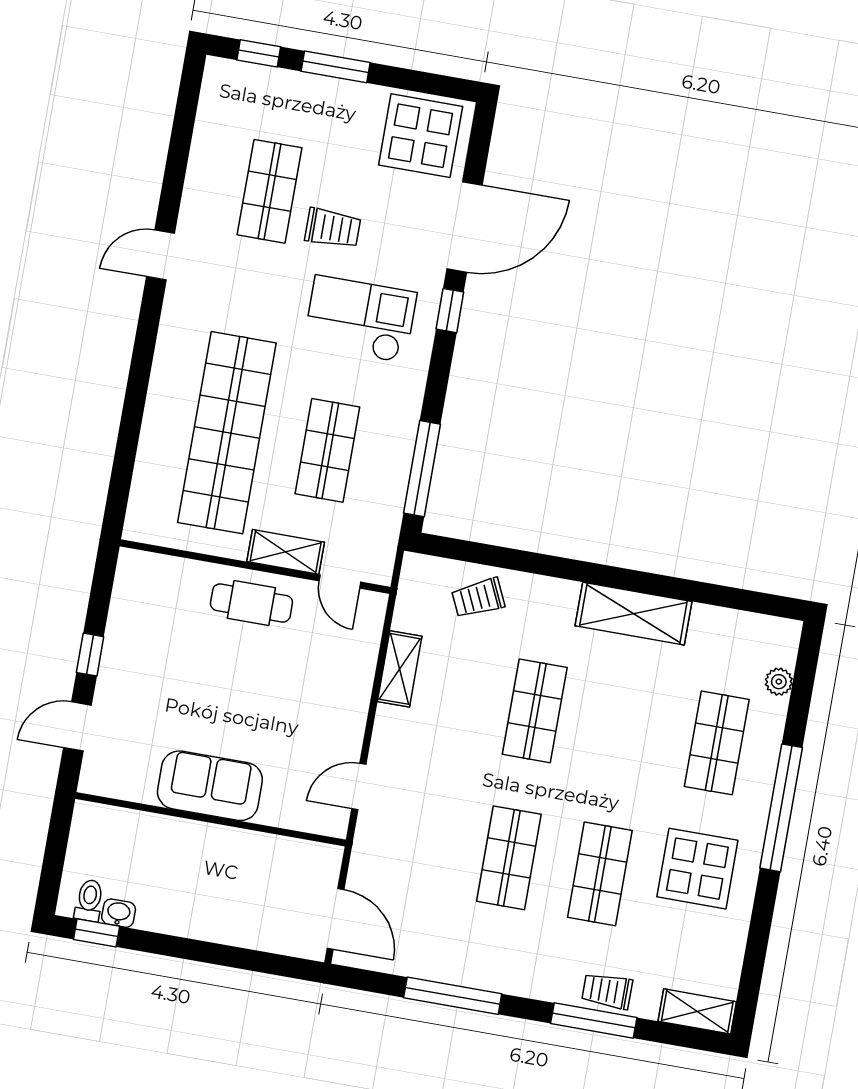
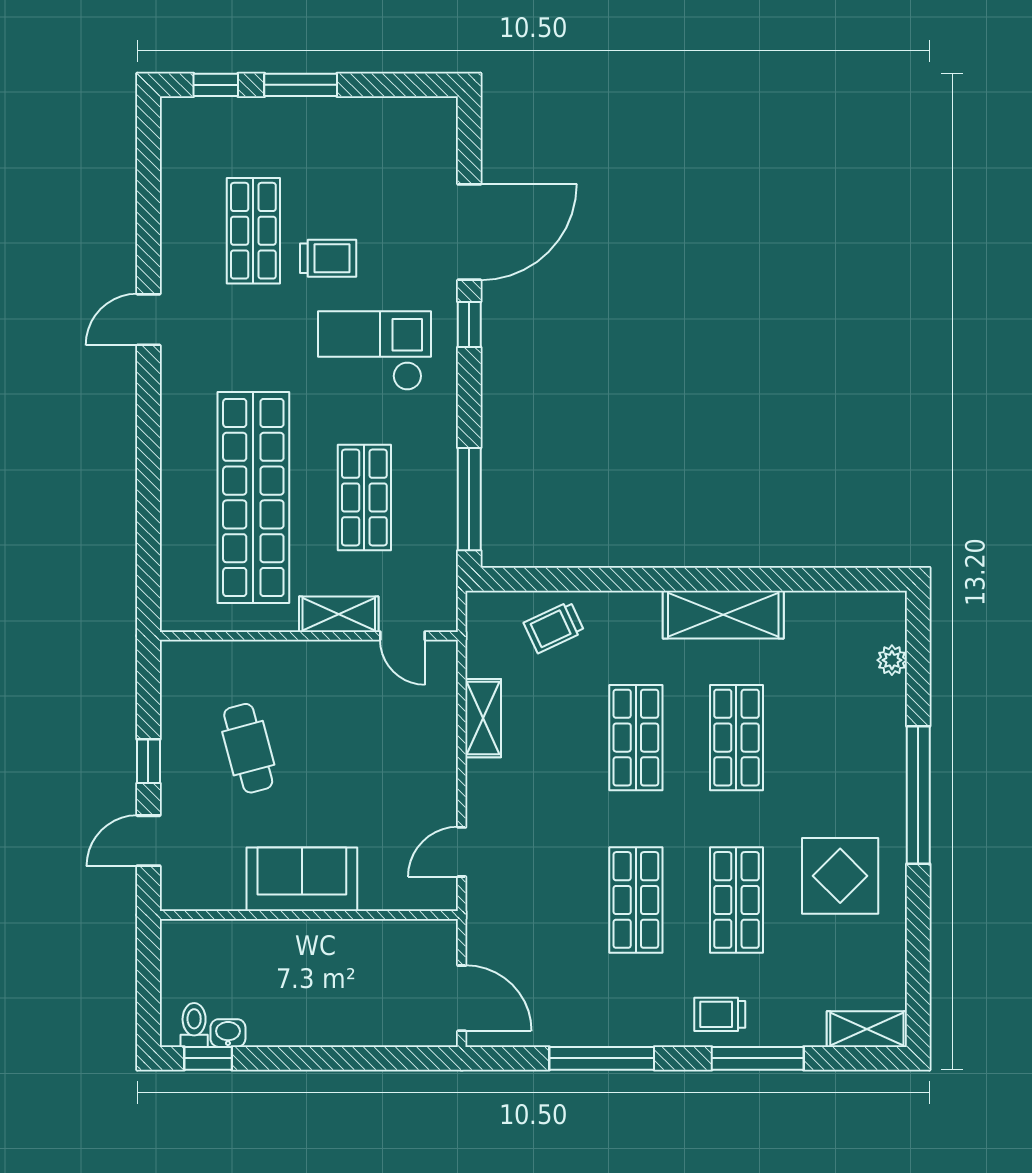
display table: (421, 136) -> (405, 143), removed
cafe table: (251, 603) -> (248, 748), moved, turned 75
shop shelf: (717, 743) -> (736, 738), moved
trolley: (607, 991) -> (720, 1014), moved

